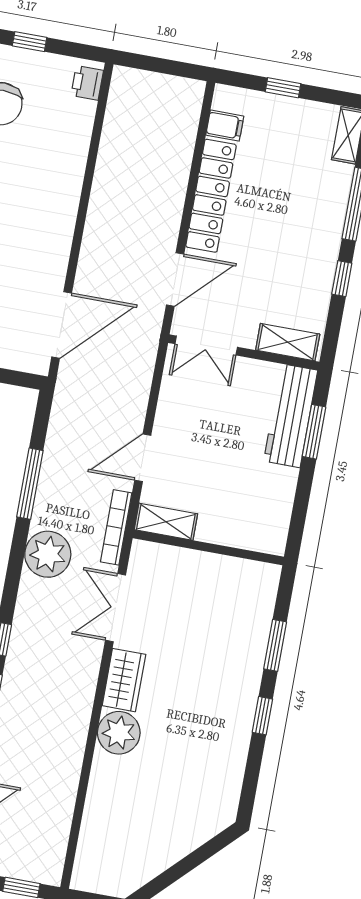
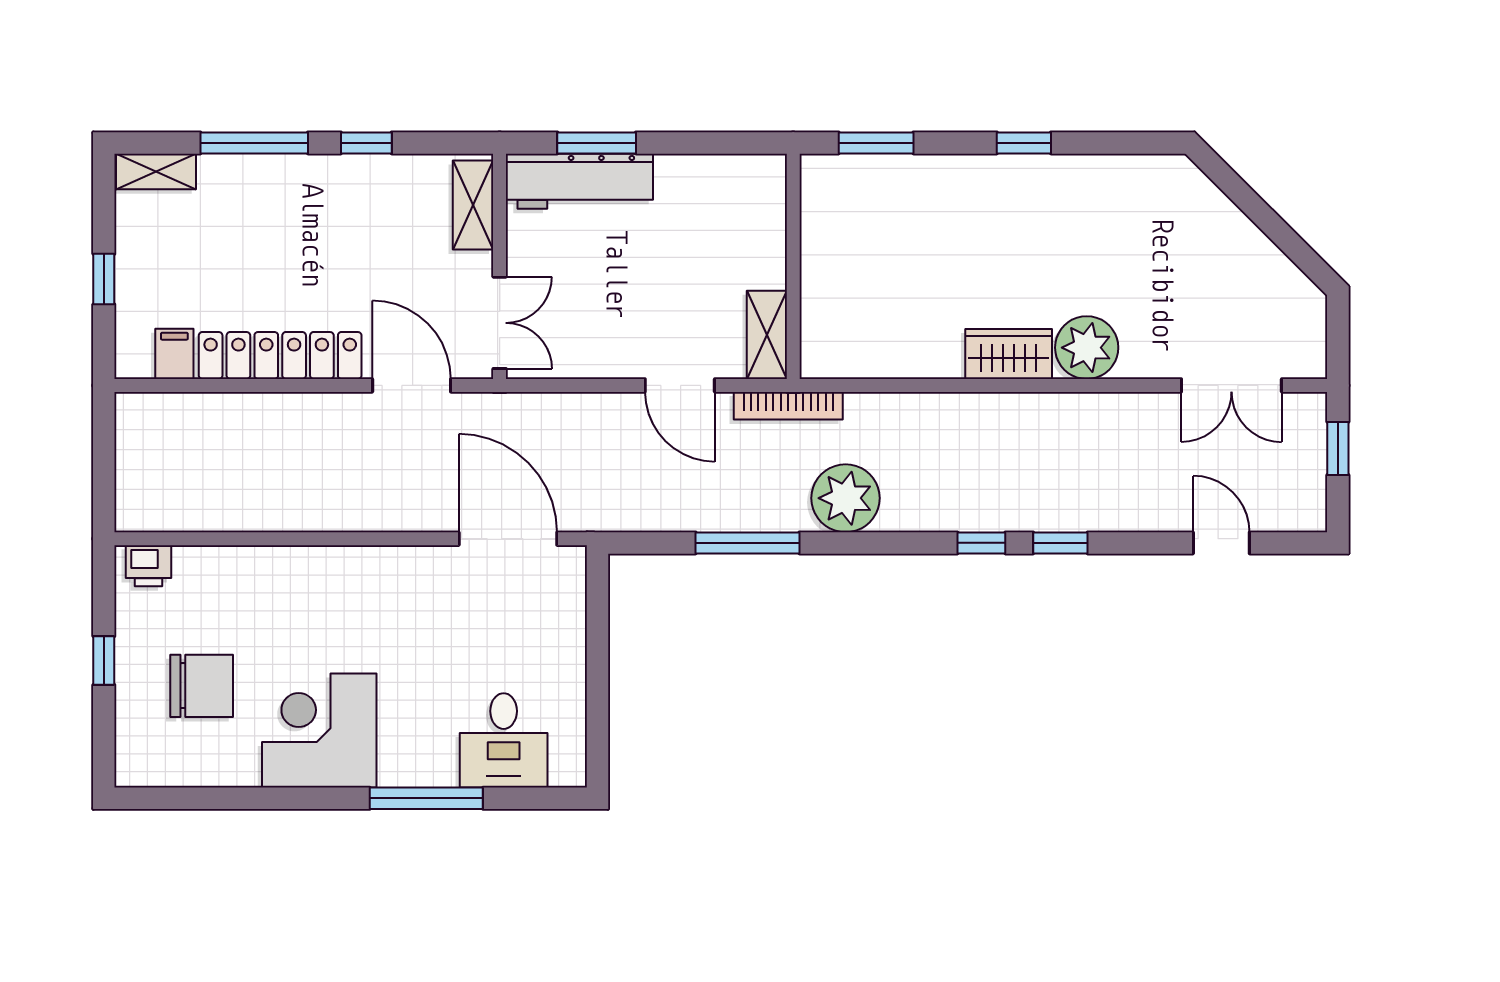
double door: (115, 608) -> (1231, 385), moved
window: (275, 645) -> (876, 143), moved

